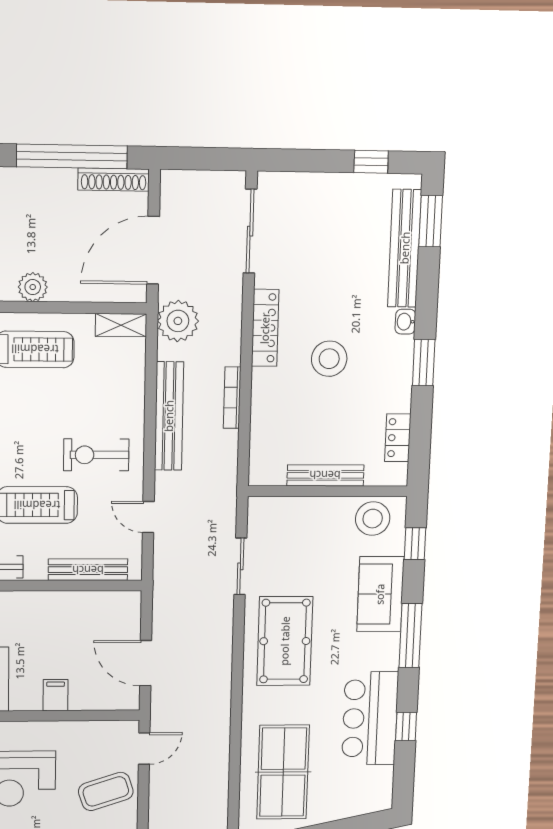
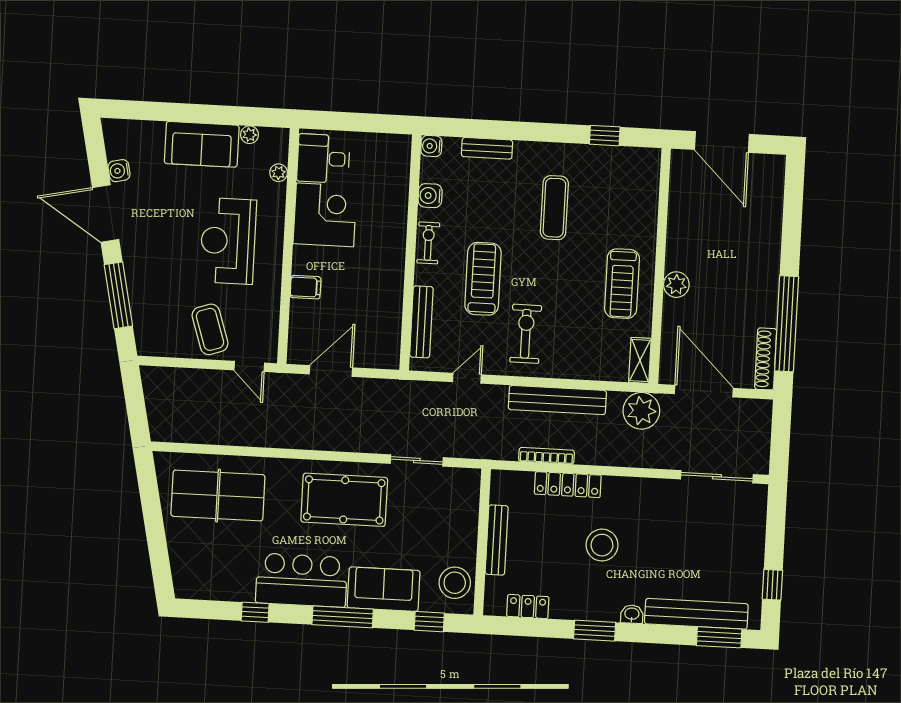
locker: (265, 328) -> (568, 485), moved
bookcase: (232, 398) -> (546, 456), moved
bar counter: (370, 718) -> (302, 580), moved

